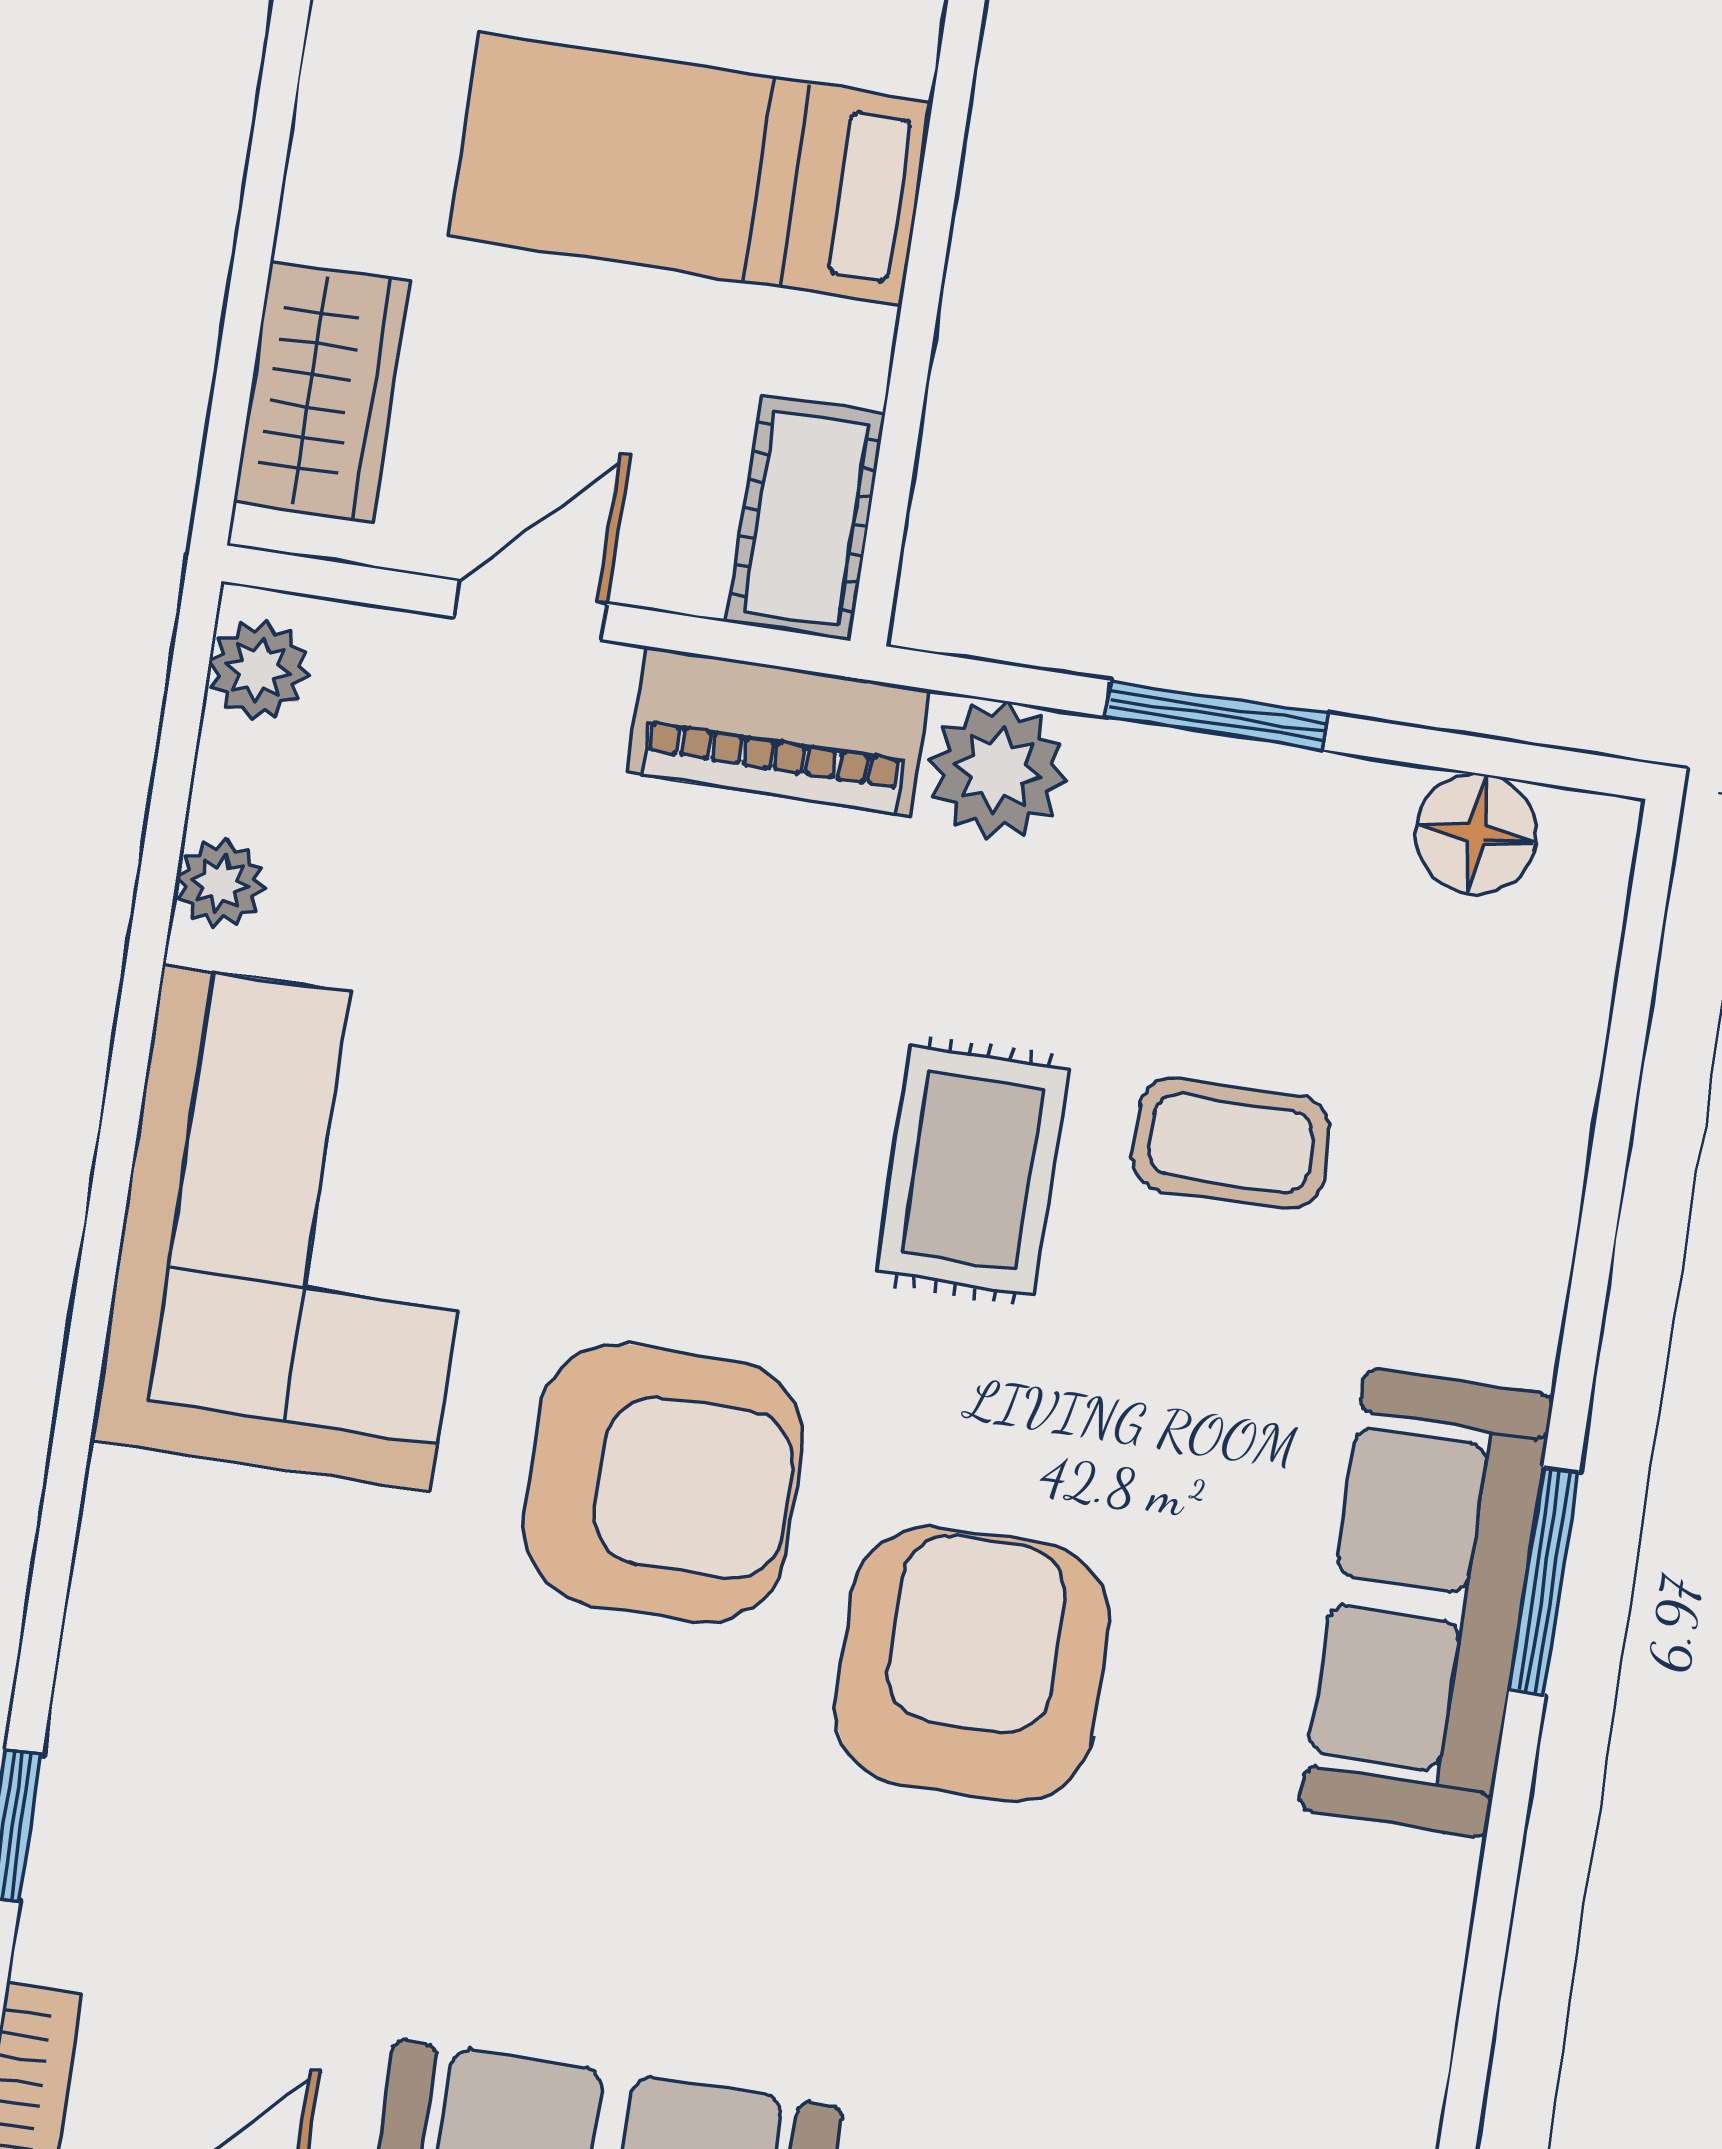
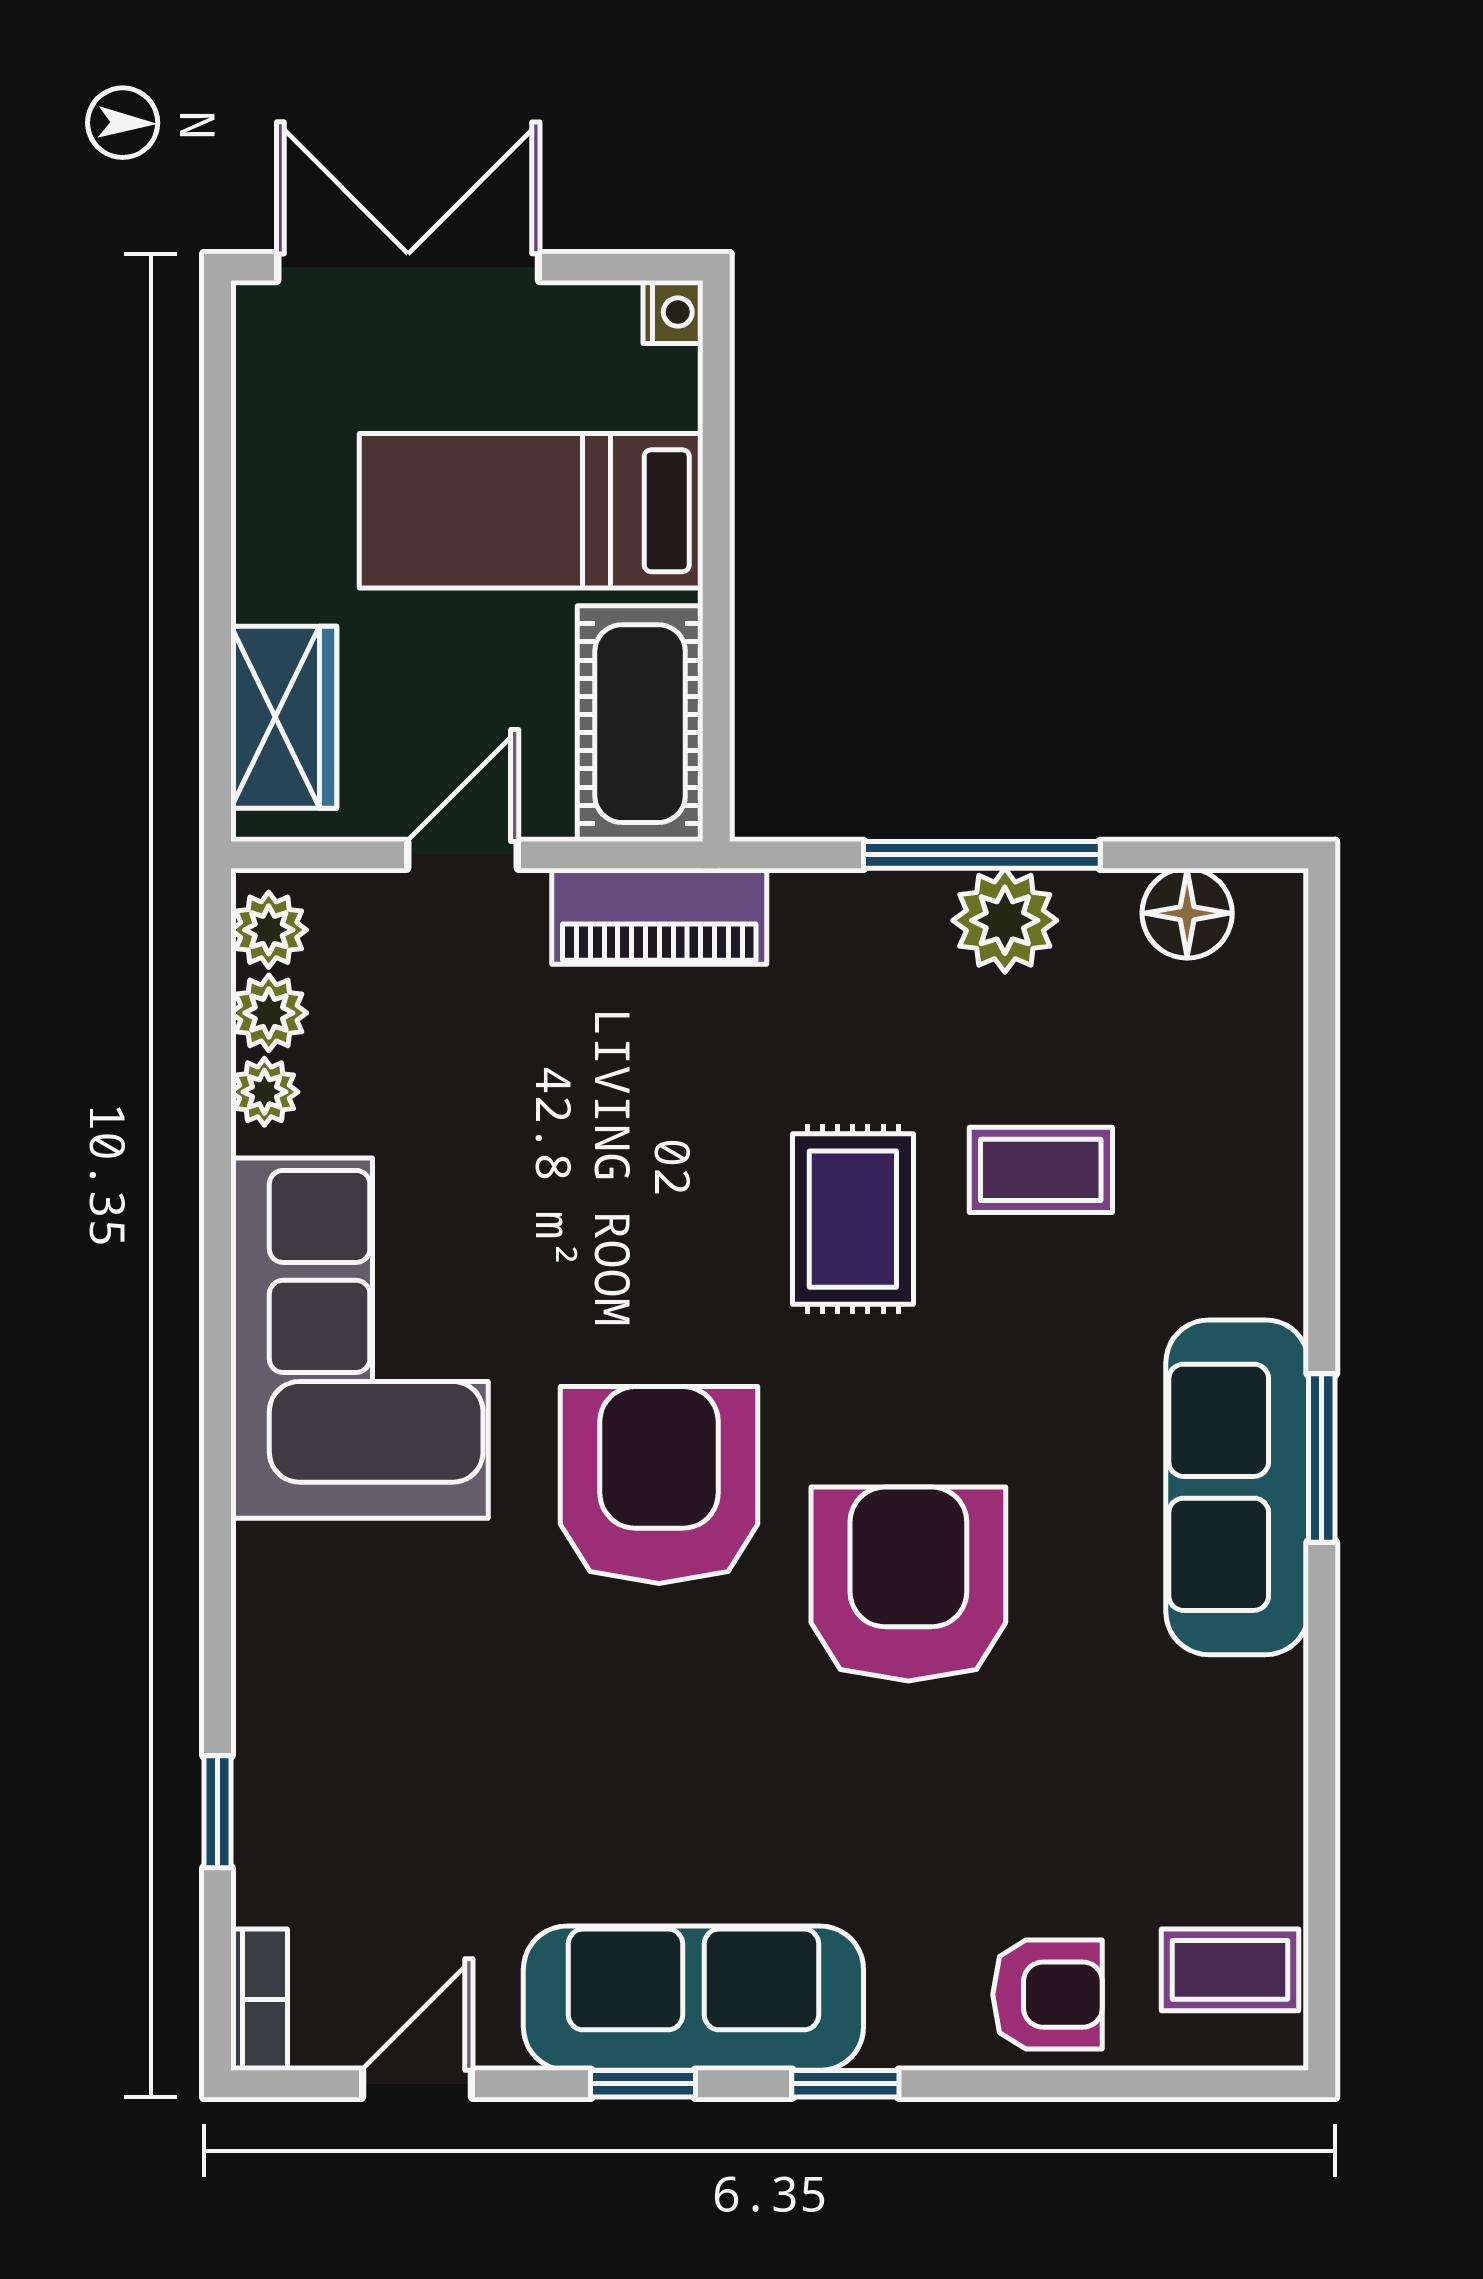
cot: (806, 518) -> (640, 724), width x1.37, depth x1.34
window: (1217, 715) -> (982, 855), width x1.44
plant: (997, 770) -> (1005, 920), moved
plant: (242, 780) -> (269, 1013), added
armchair: (662, 1483) -> (659, 1485), turned -90

